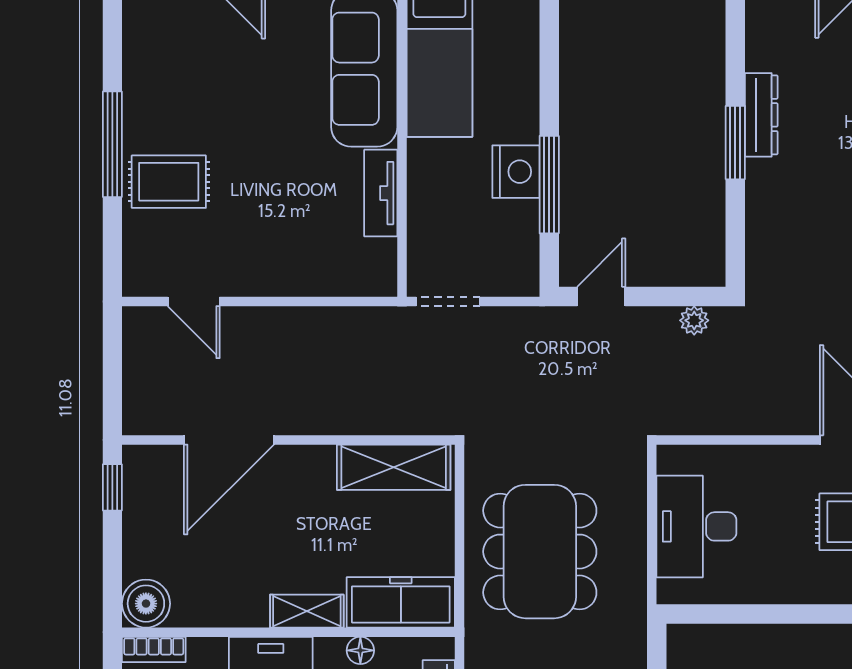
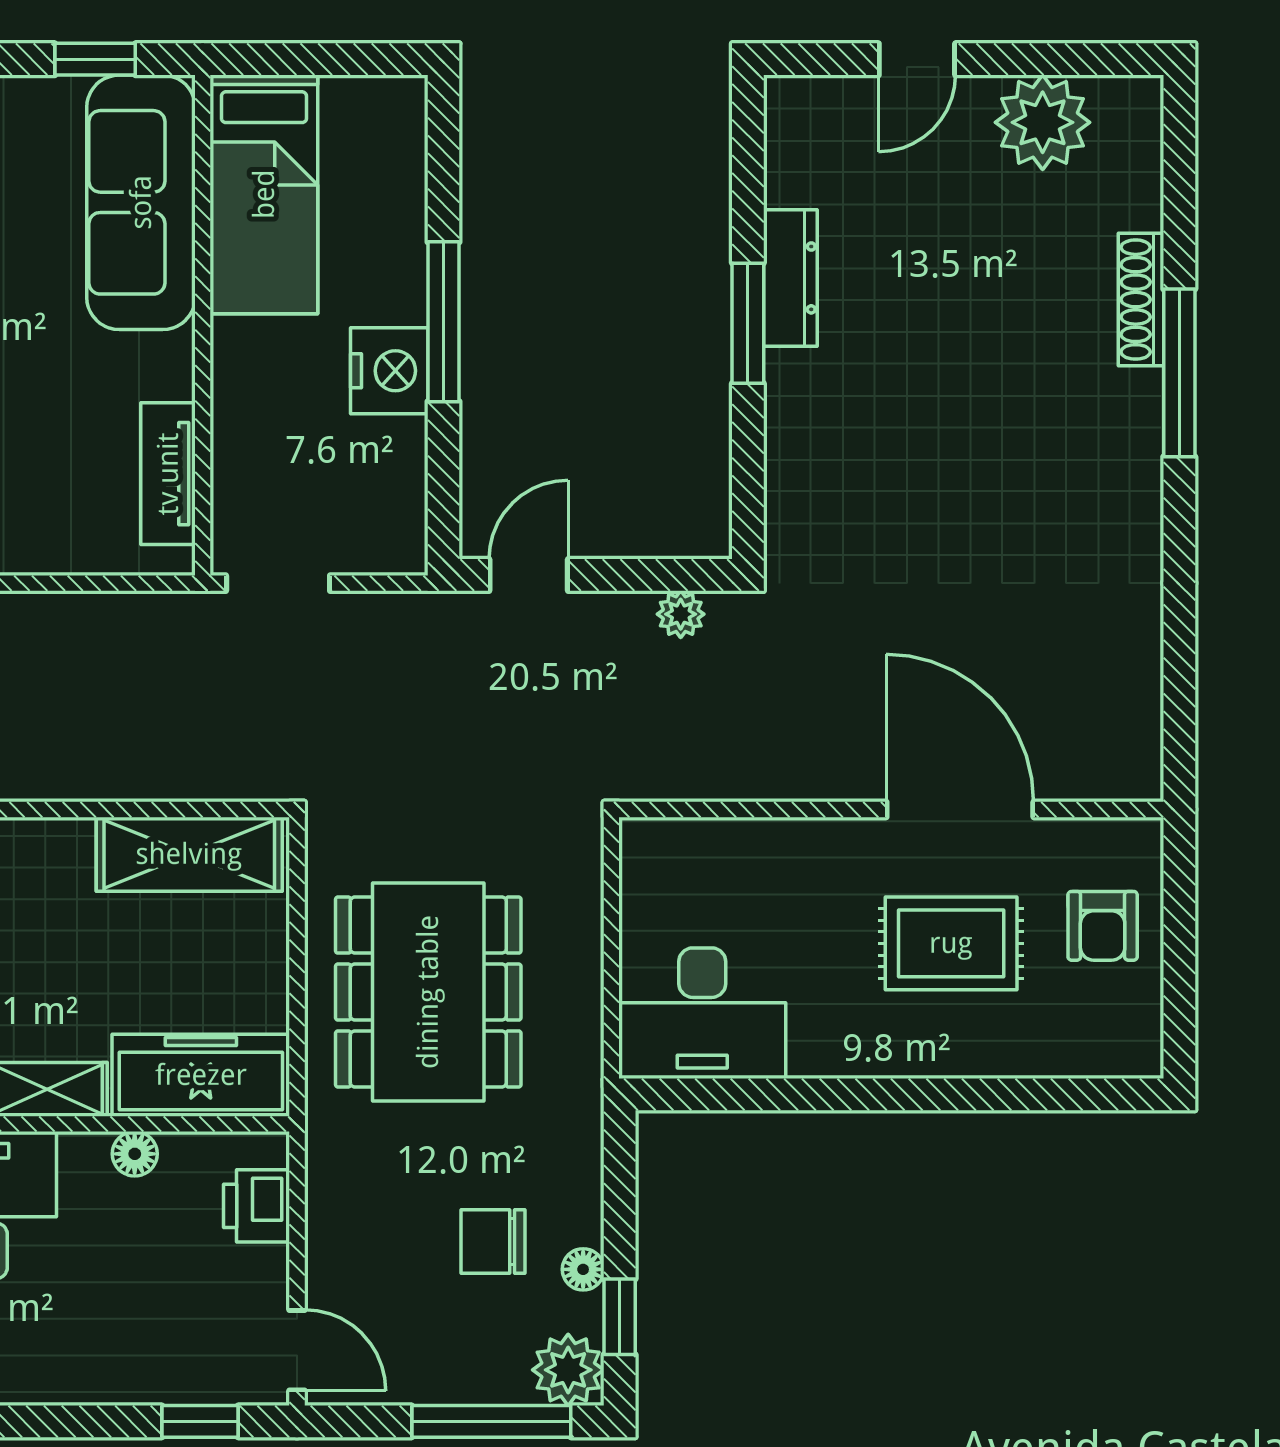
window: (549, 185) -> (444, 322), moved
tv unit: (381, 193) -> (168, 474), moved
desk: (696, 526) -> (702, 1013), moved, turned -90

